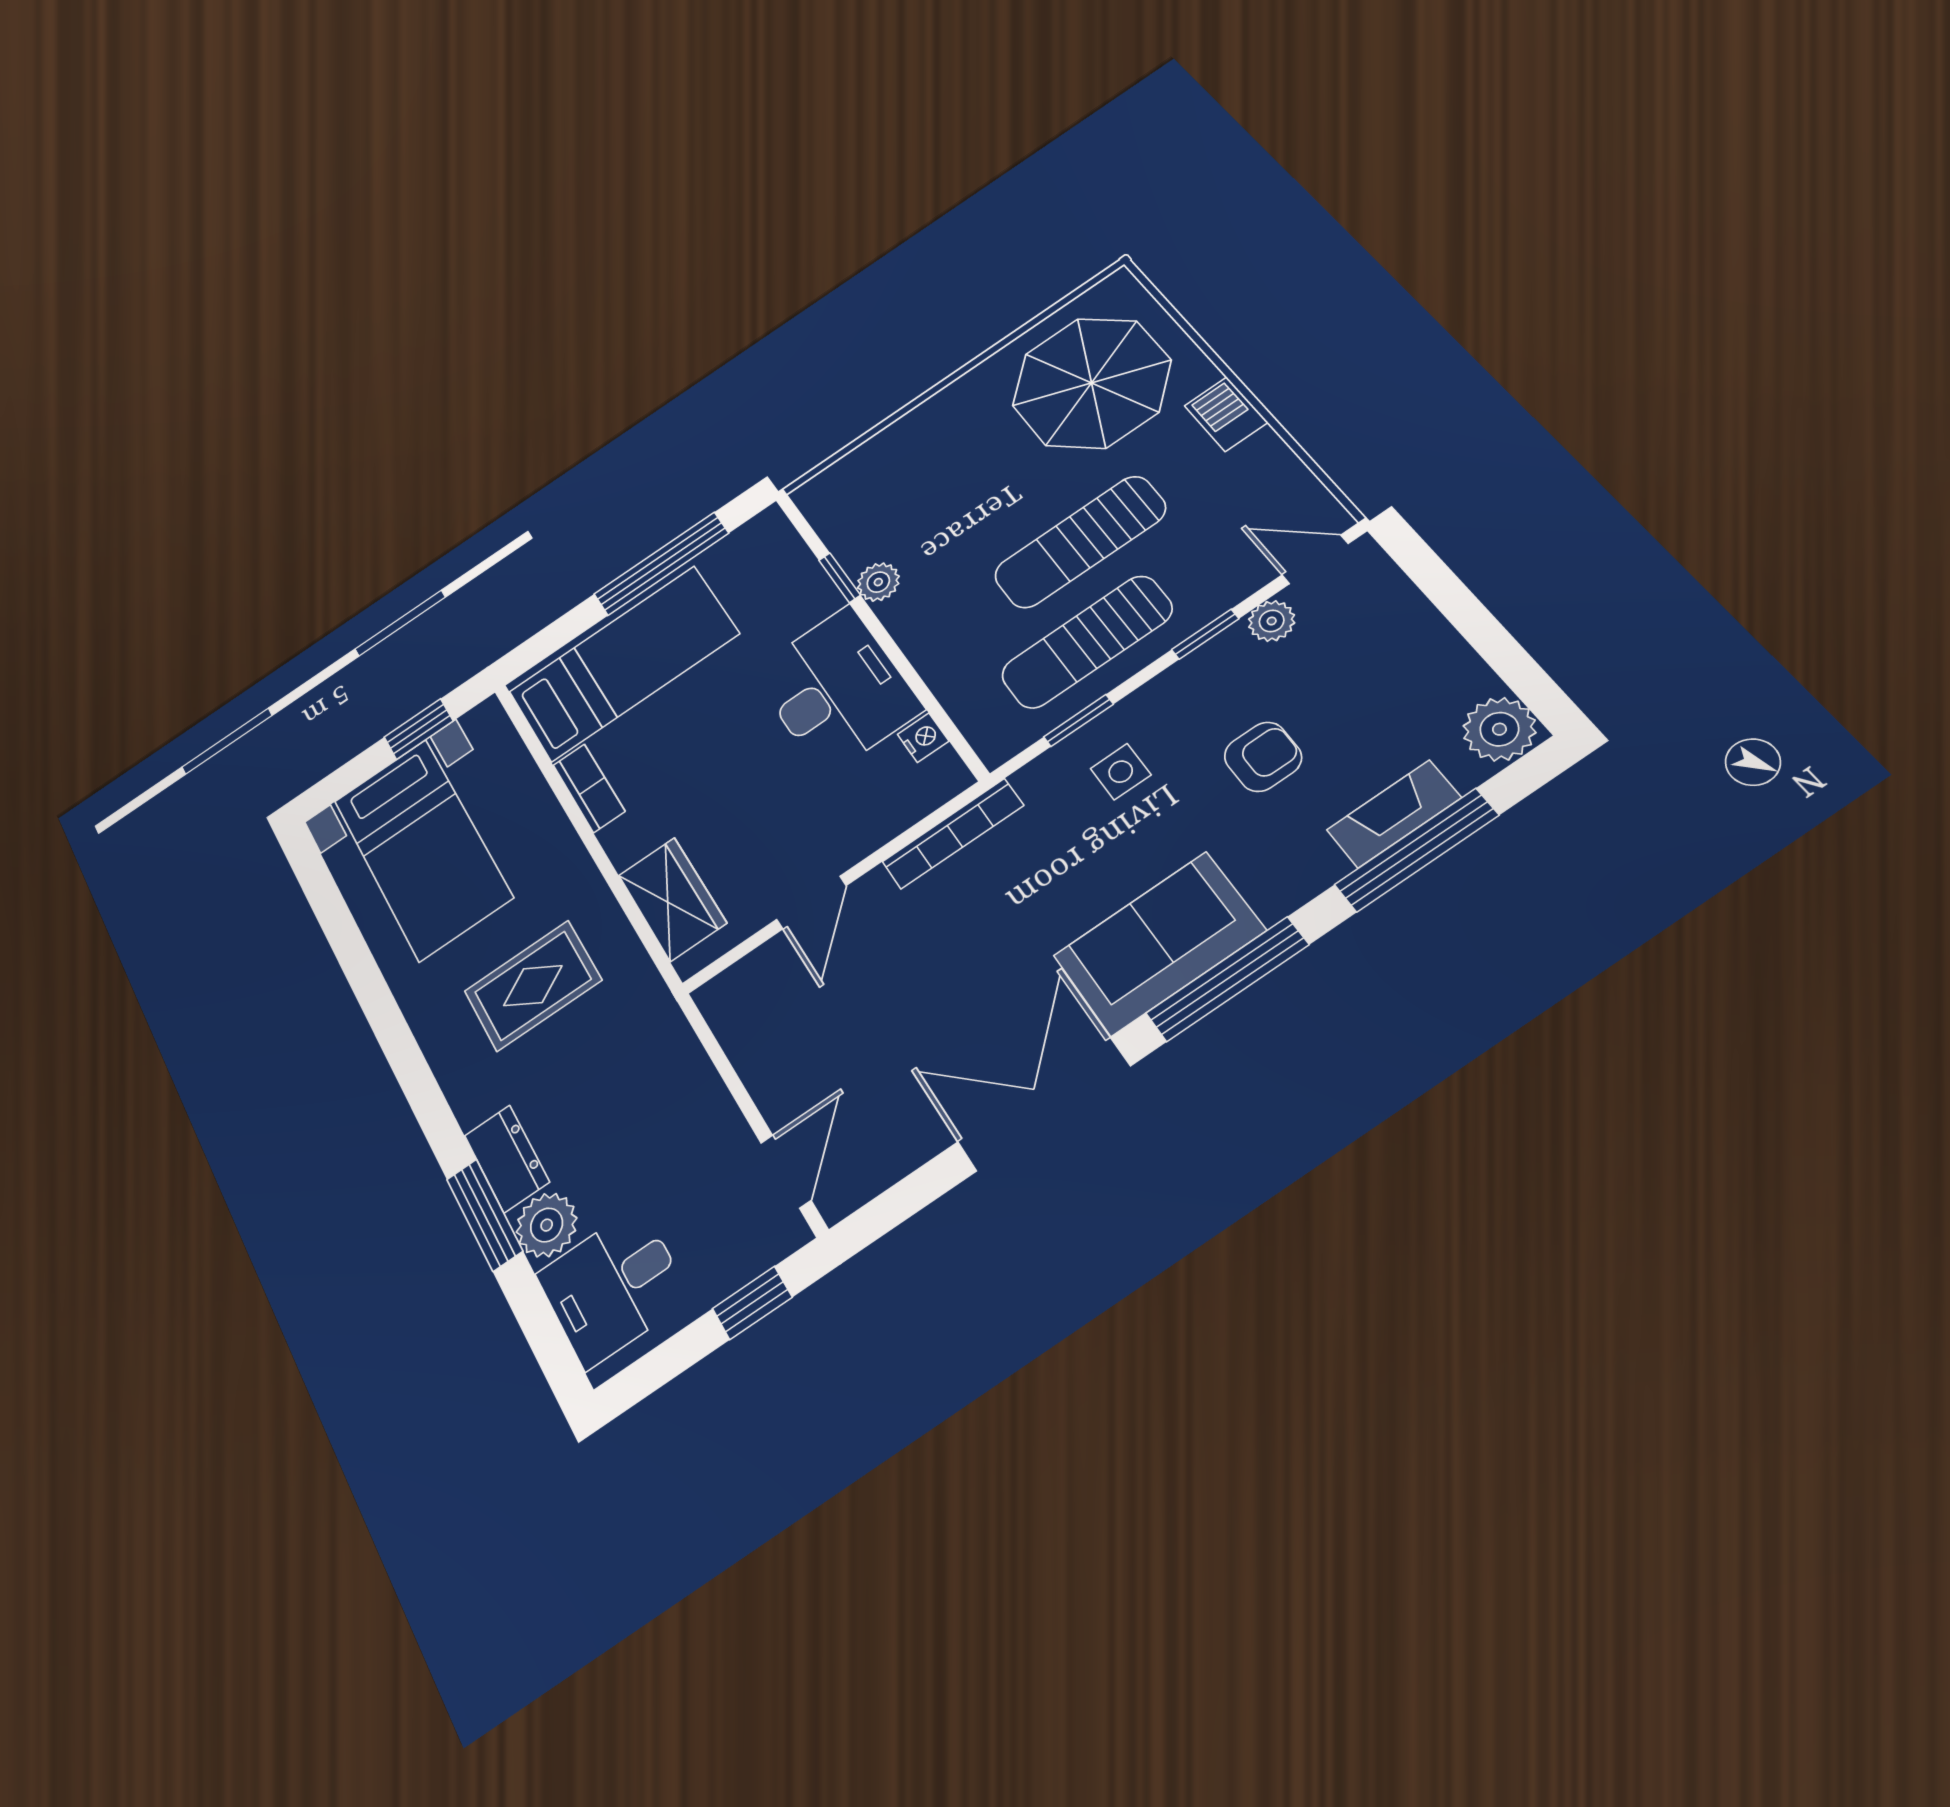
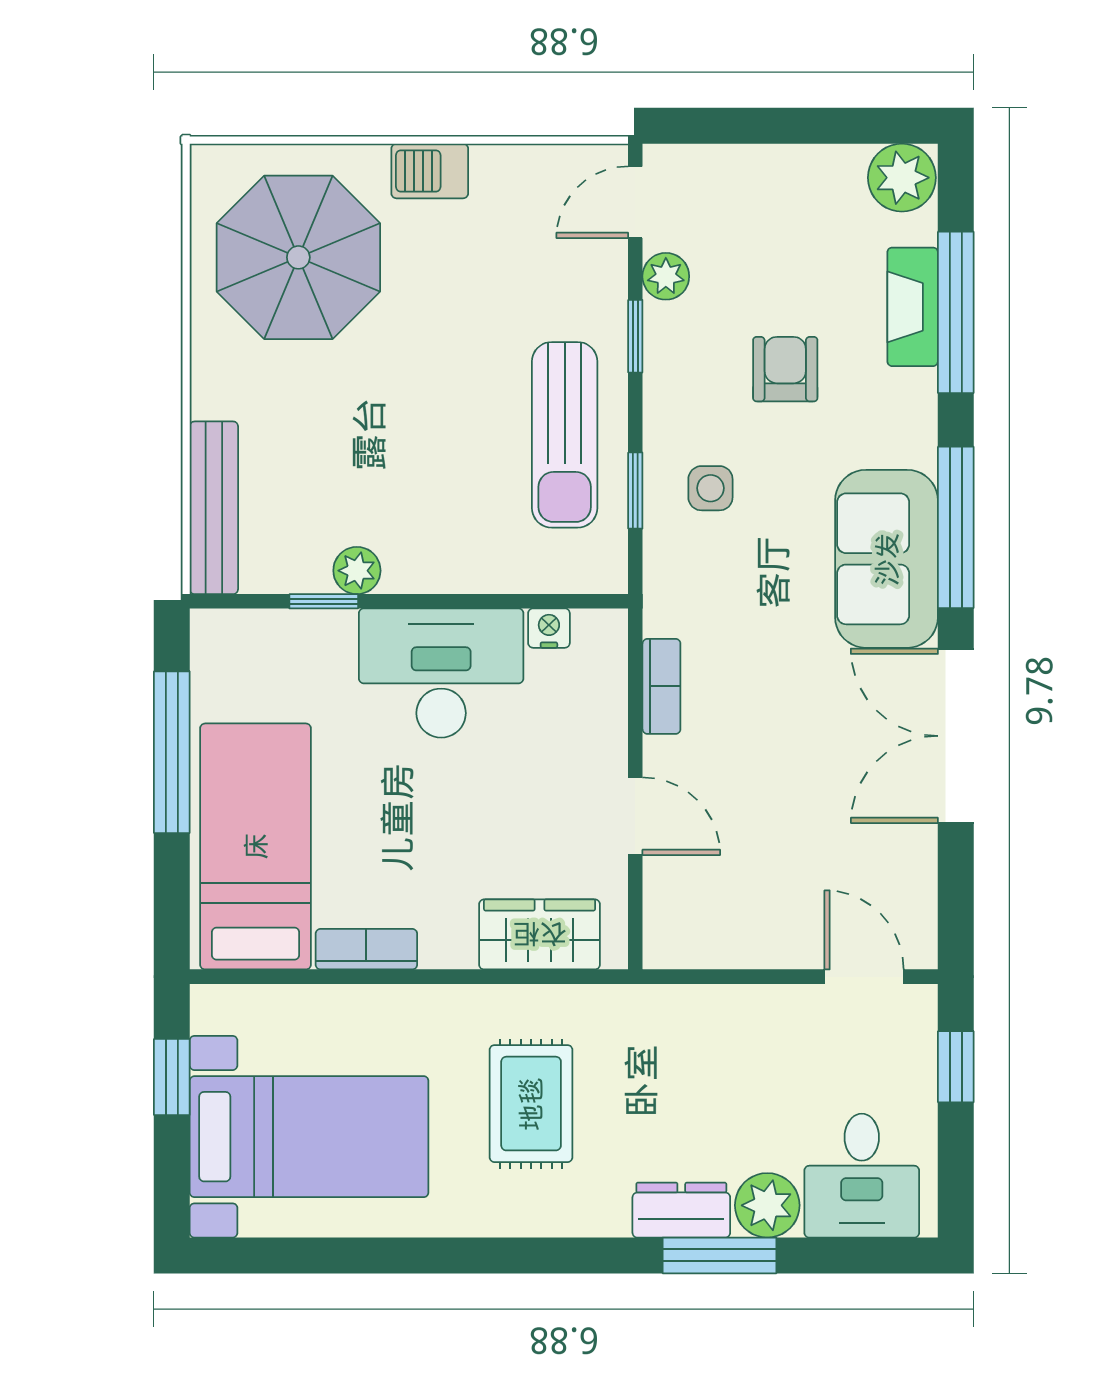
bench: (862, 464) -> (214, 508), added
sun lounger: (1080, 542) -> (459, 376), removed
bookcase: (953, 834) -> (661, 686), width x0.64

